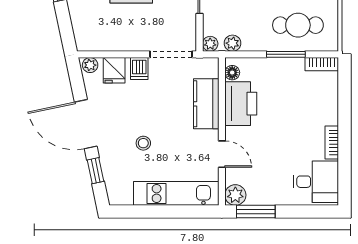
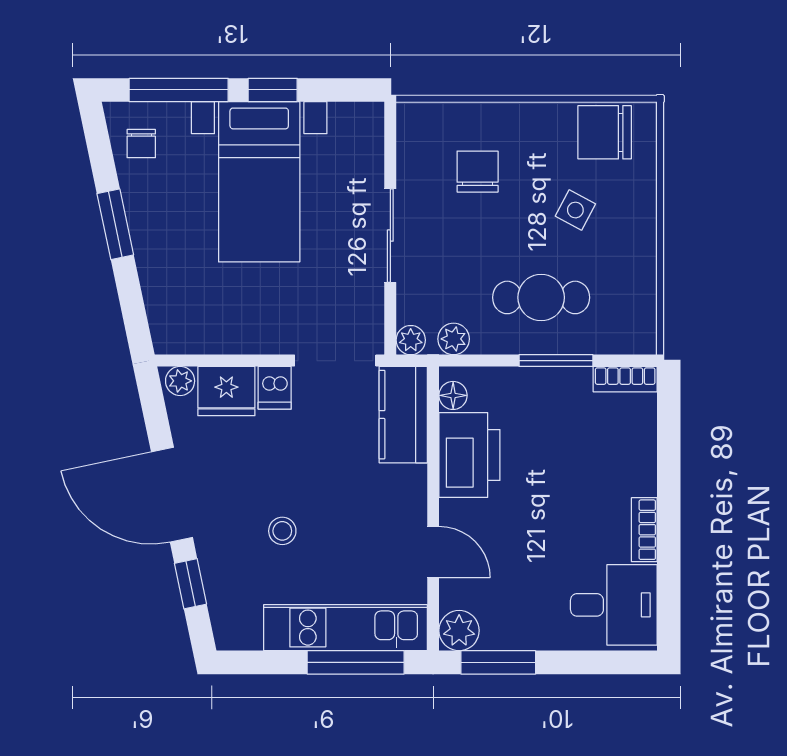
cafe table: (298, 25) -> (541, 297), moved
fridge: (114, 70) -> (226, 391), width x1.38
kitchen counter: (206, 104) -> (403, 415), moved
window: (181, 212) -> (356, 662), added

